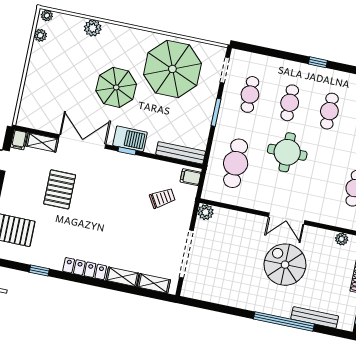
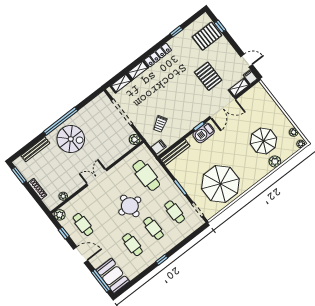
parasol: (116, 87) -> (263, 141), moved
spiral stairs: (285, 265) -> (71, 139), moved
window: (284, 322) -> (61, 121), moved

